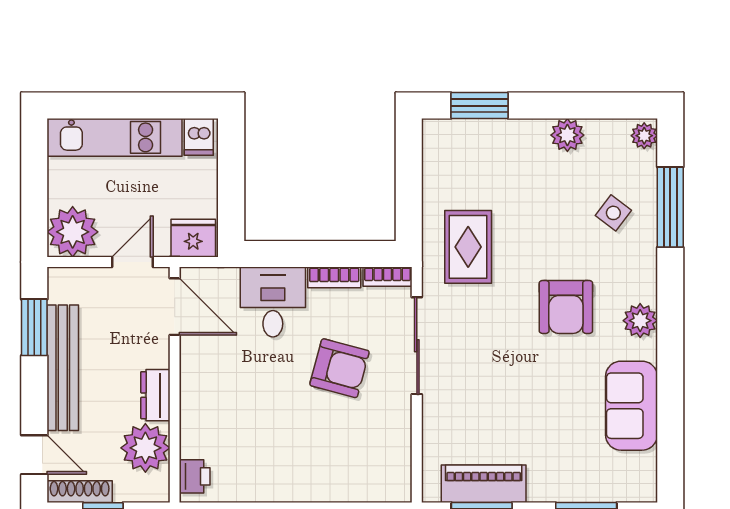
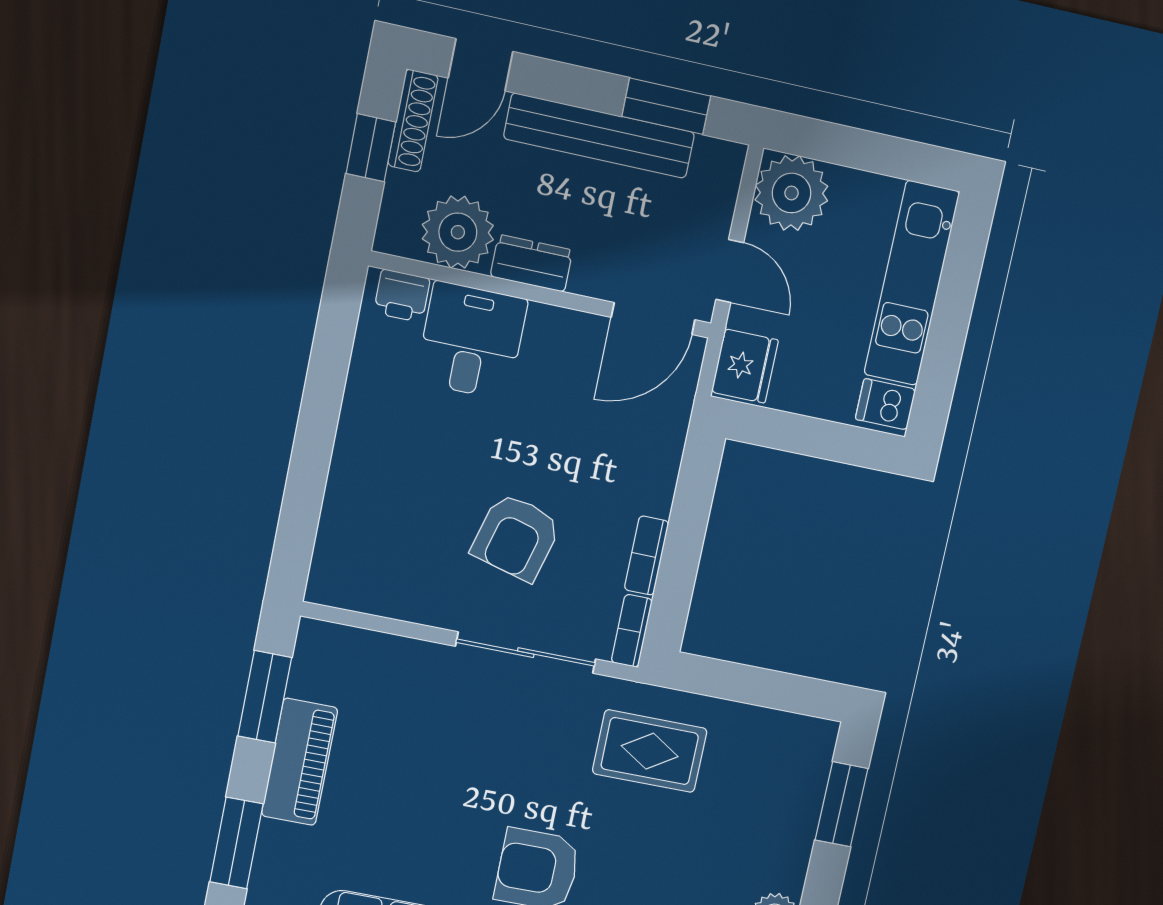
desk: (273, 302) -> (471, 341), moved, turned -90
piano: (484, 484) -> (300, 762), moved

